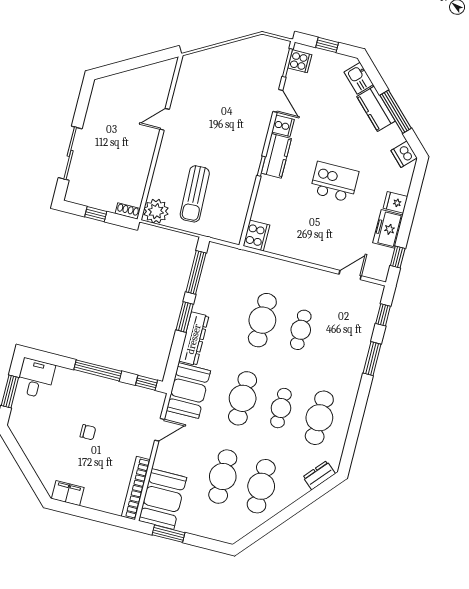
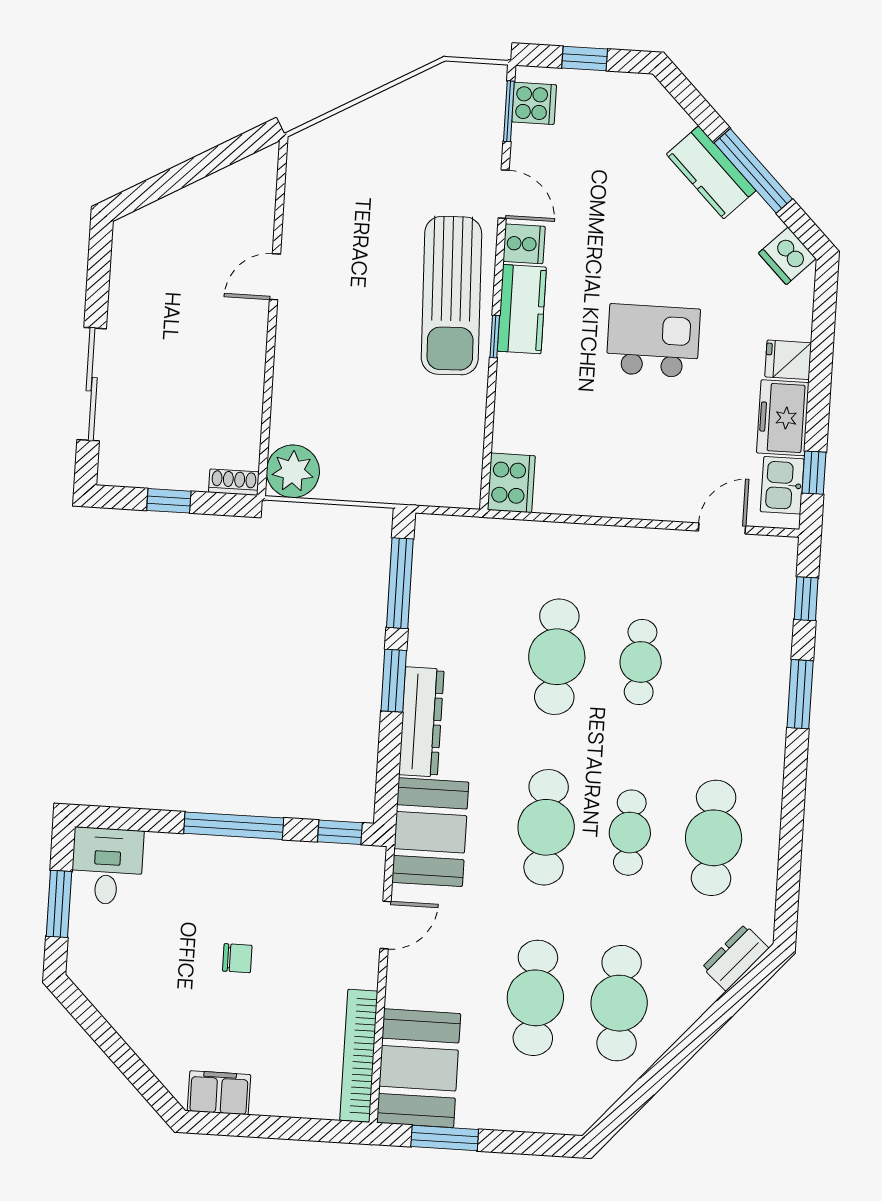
kitchen sink: (359, 78) -> (782, 485), moved, turned 45
sun lounger: (195, 194) -> (451, 296), moved, width x1.36, depth x1.34

